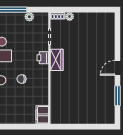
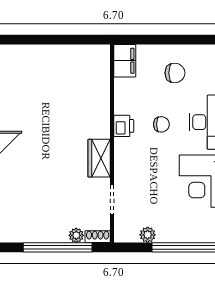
window: (80, 10) -> (58, 247), added
printer: (43, 58) -> (124, 126), moved
chair: (14, 108) -> (175, 73), added

